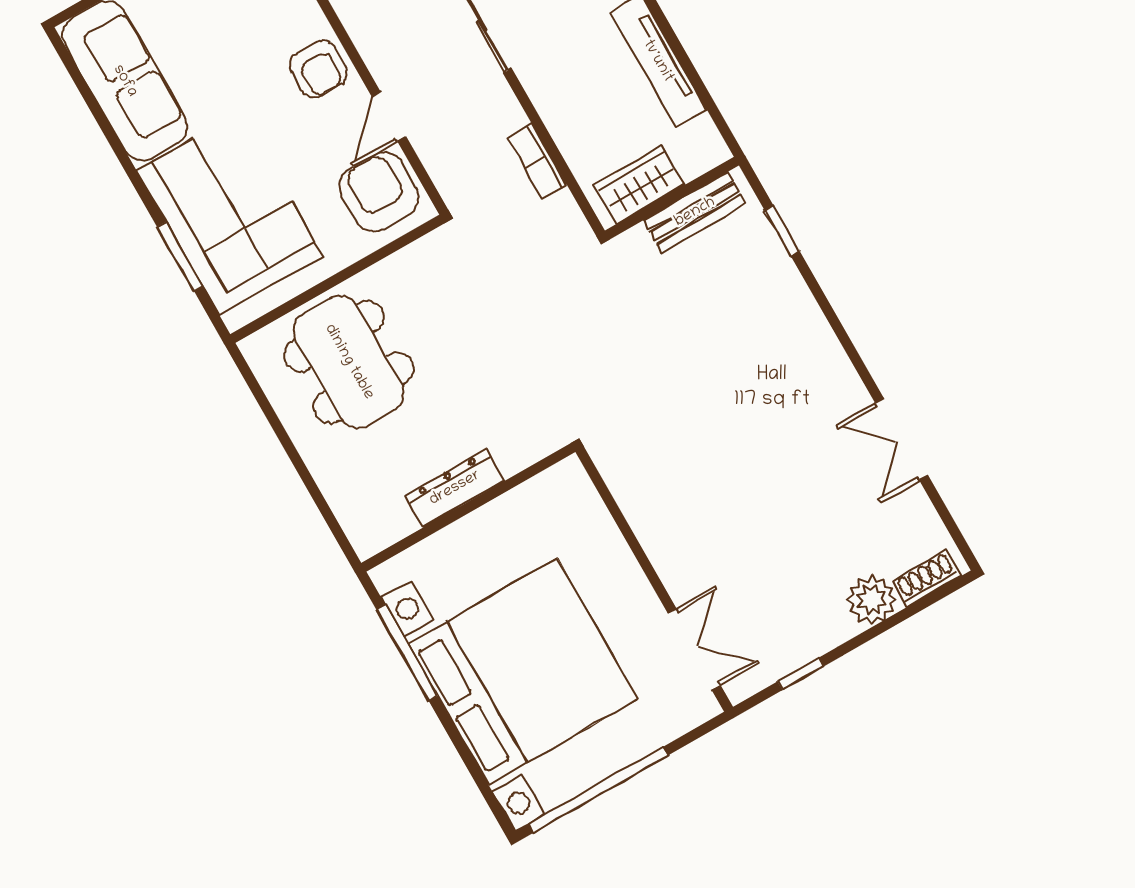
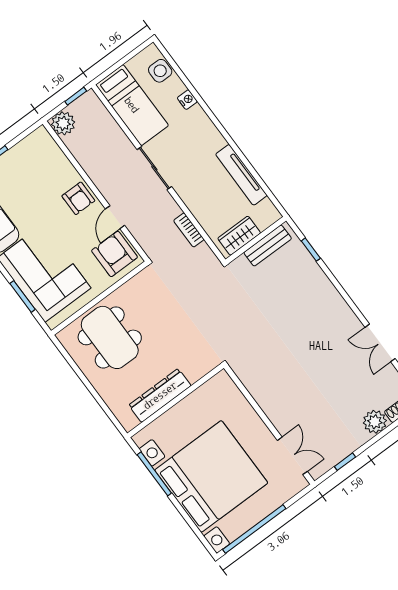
dresser: (455, 488) -> (160, 395), width x1.37, depth x1.24

